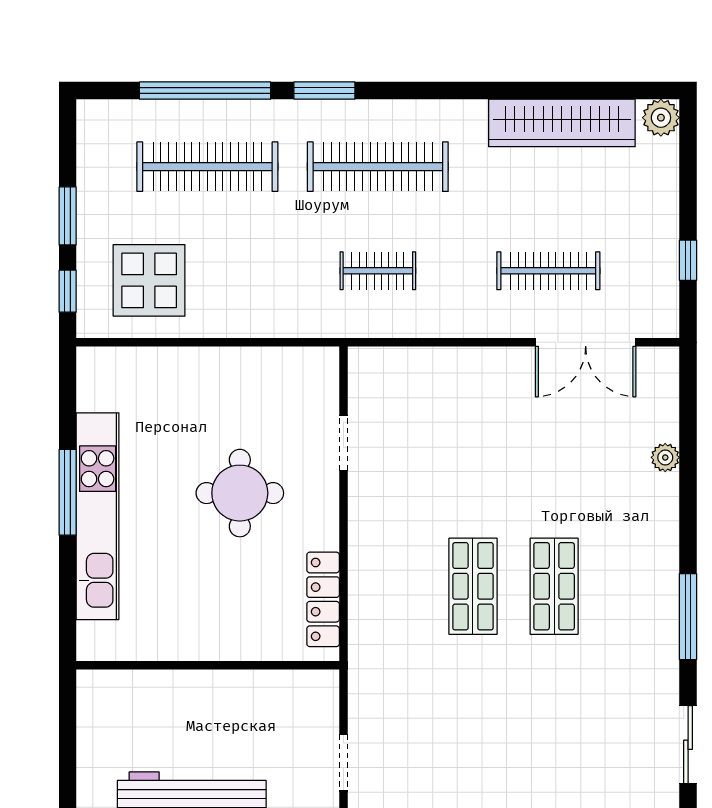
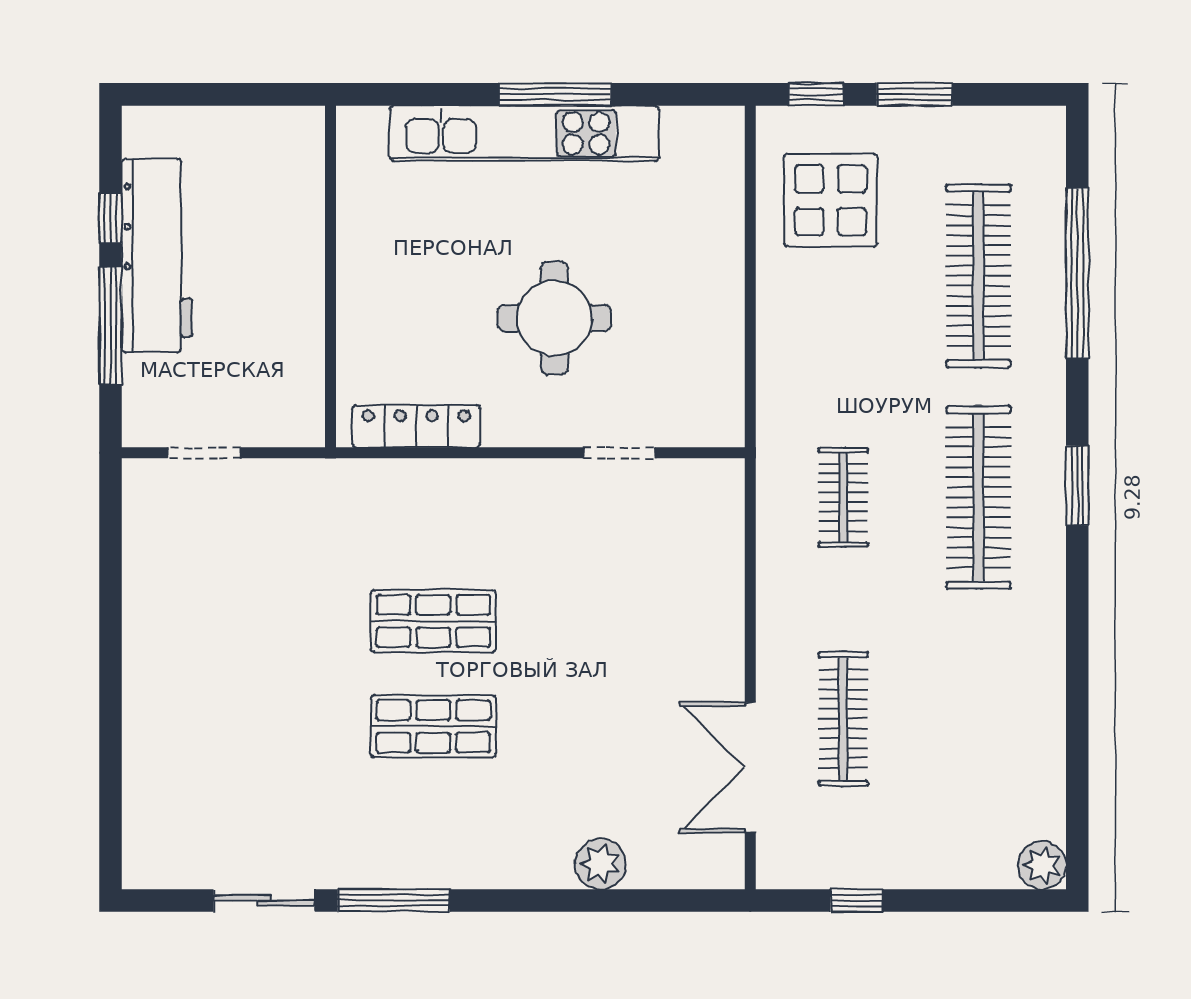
window: (324, 91) -> (1077, 486), moved
wardrobe: (562, 123) -> (1035, 737), removed
plant: (665, 457) -> (601, 864), width x1.38, depth x1.38
sliding door: (688, 745) -> (264, 900), moved

